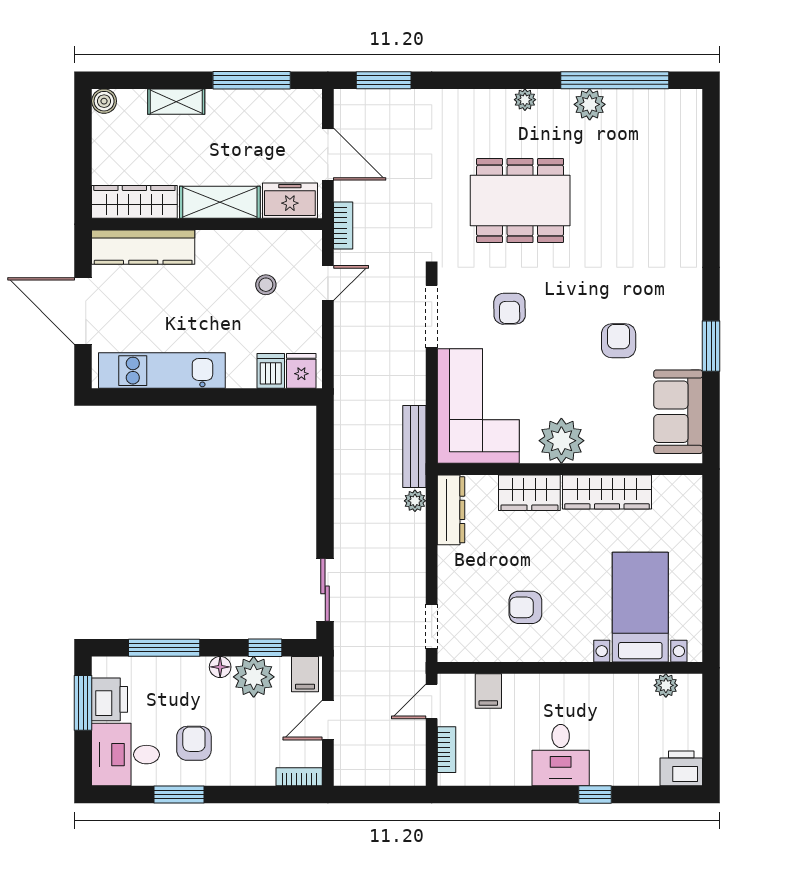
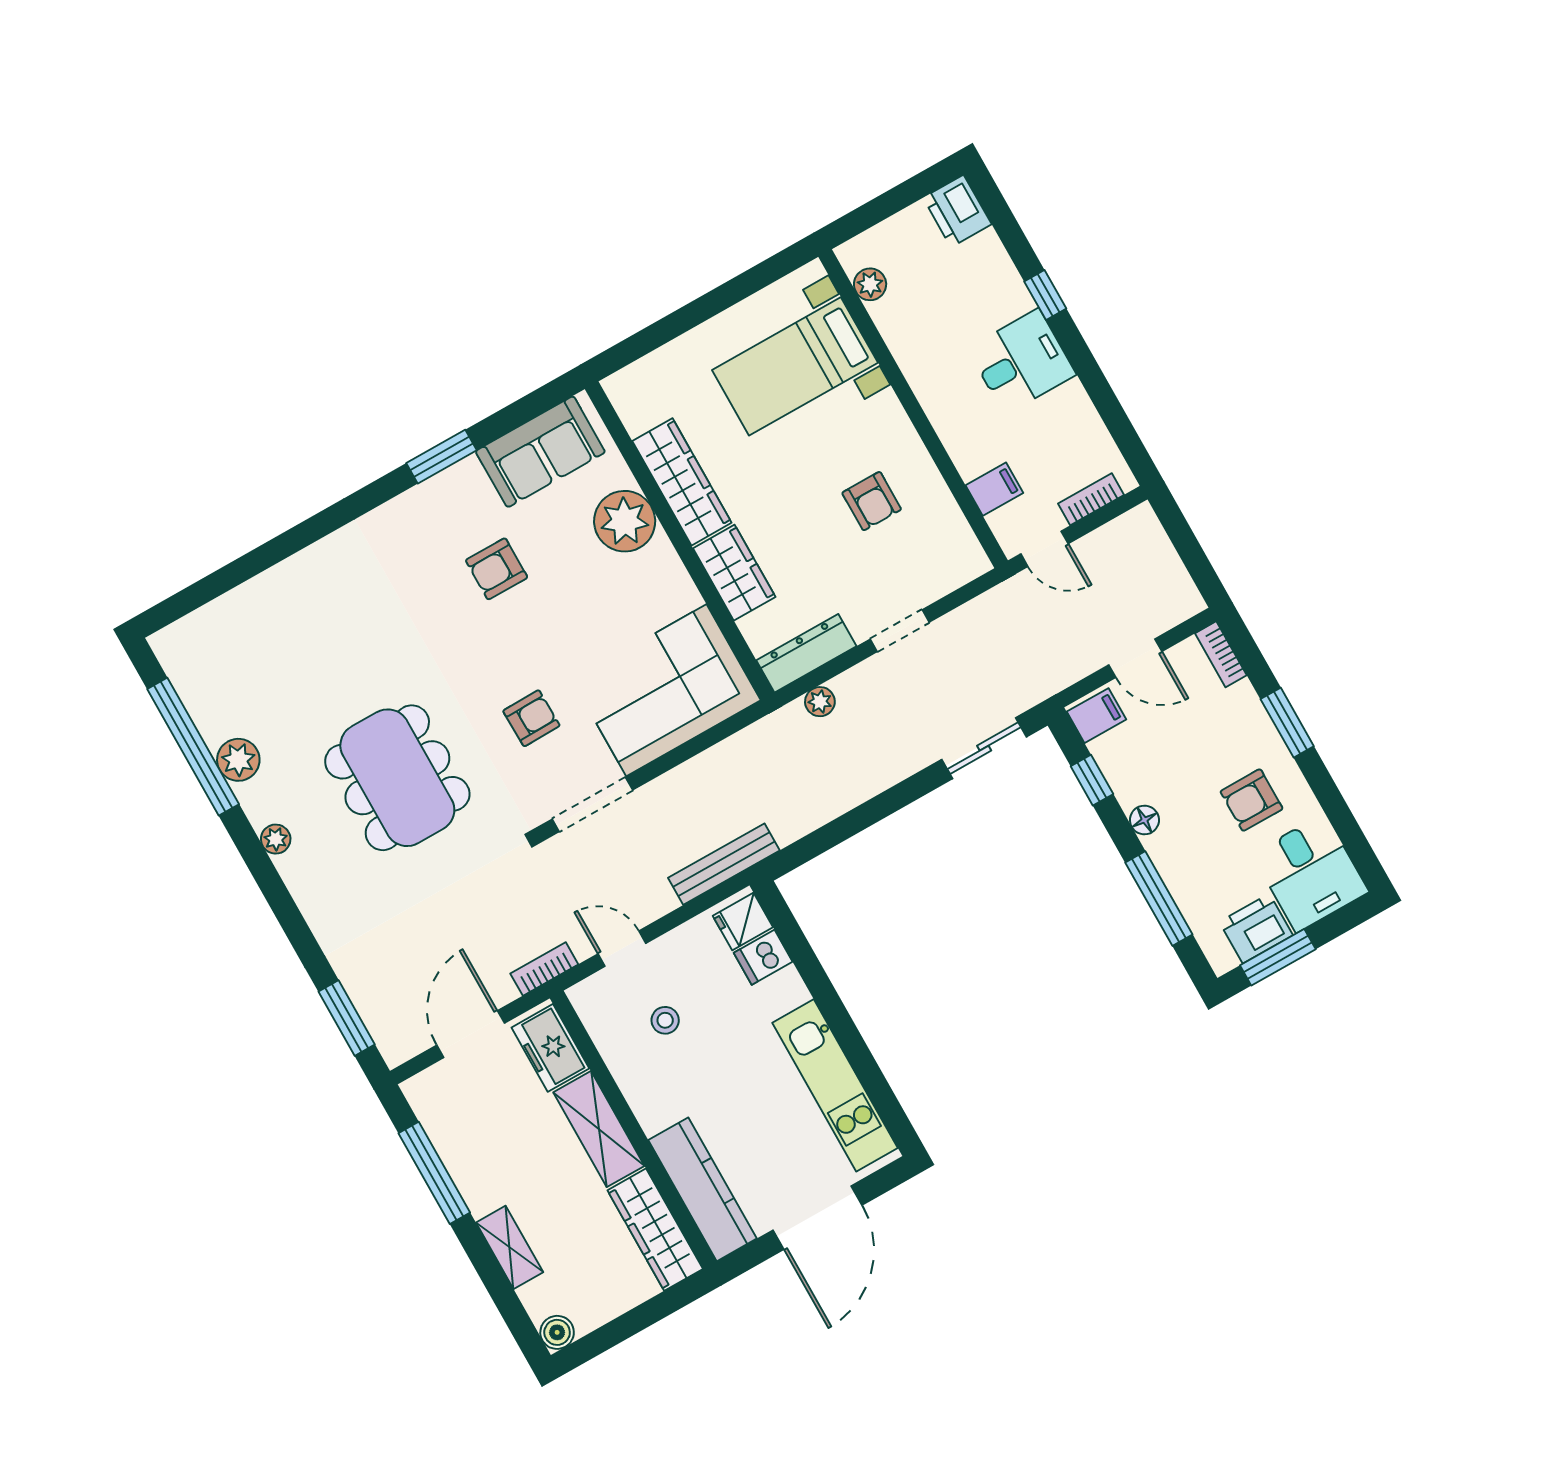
plant: (561, 441) -> (625, 521), moved
bench: (414, 447) -> (724, 864), moved
doorway: (432, 627) -> (900, 631), moved
plant: (254, 677) -> (1134, 774), removed
window: (179, 795) -> (1287, 723), moved

